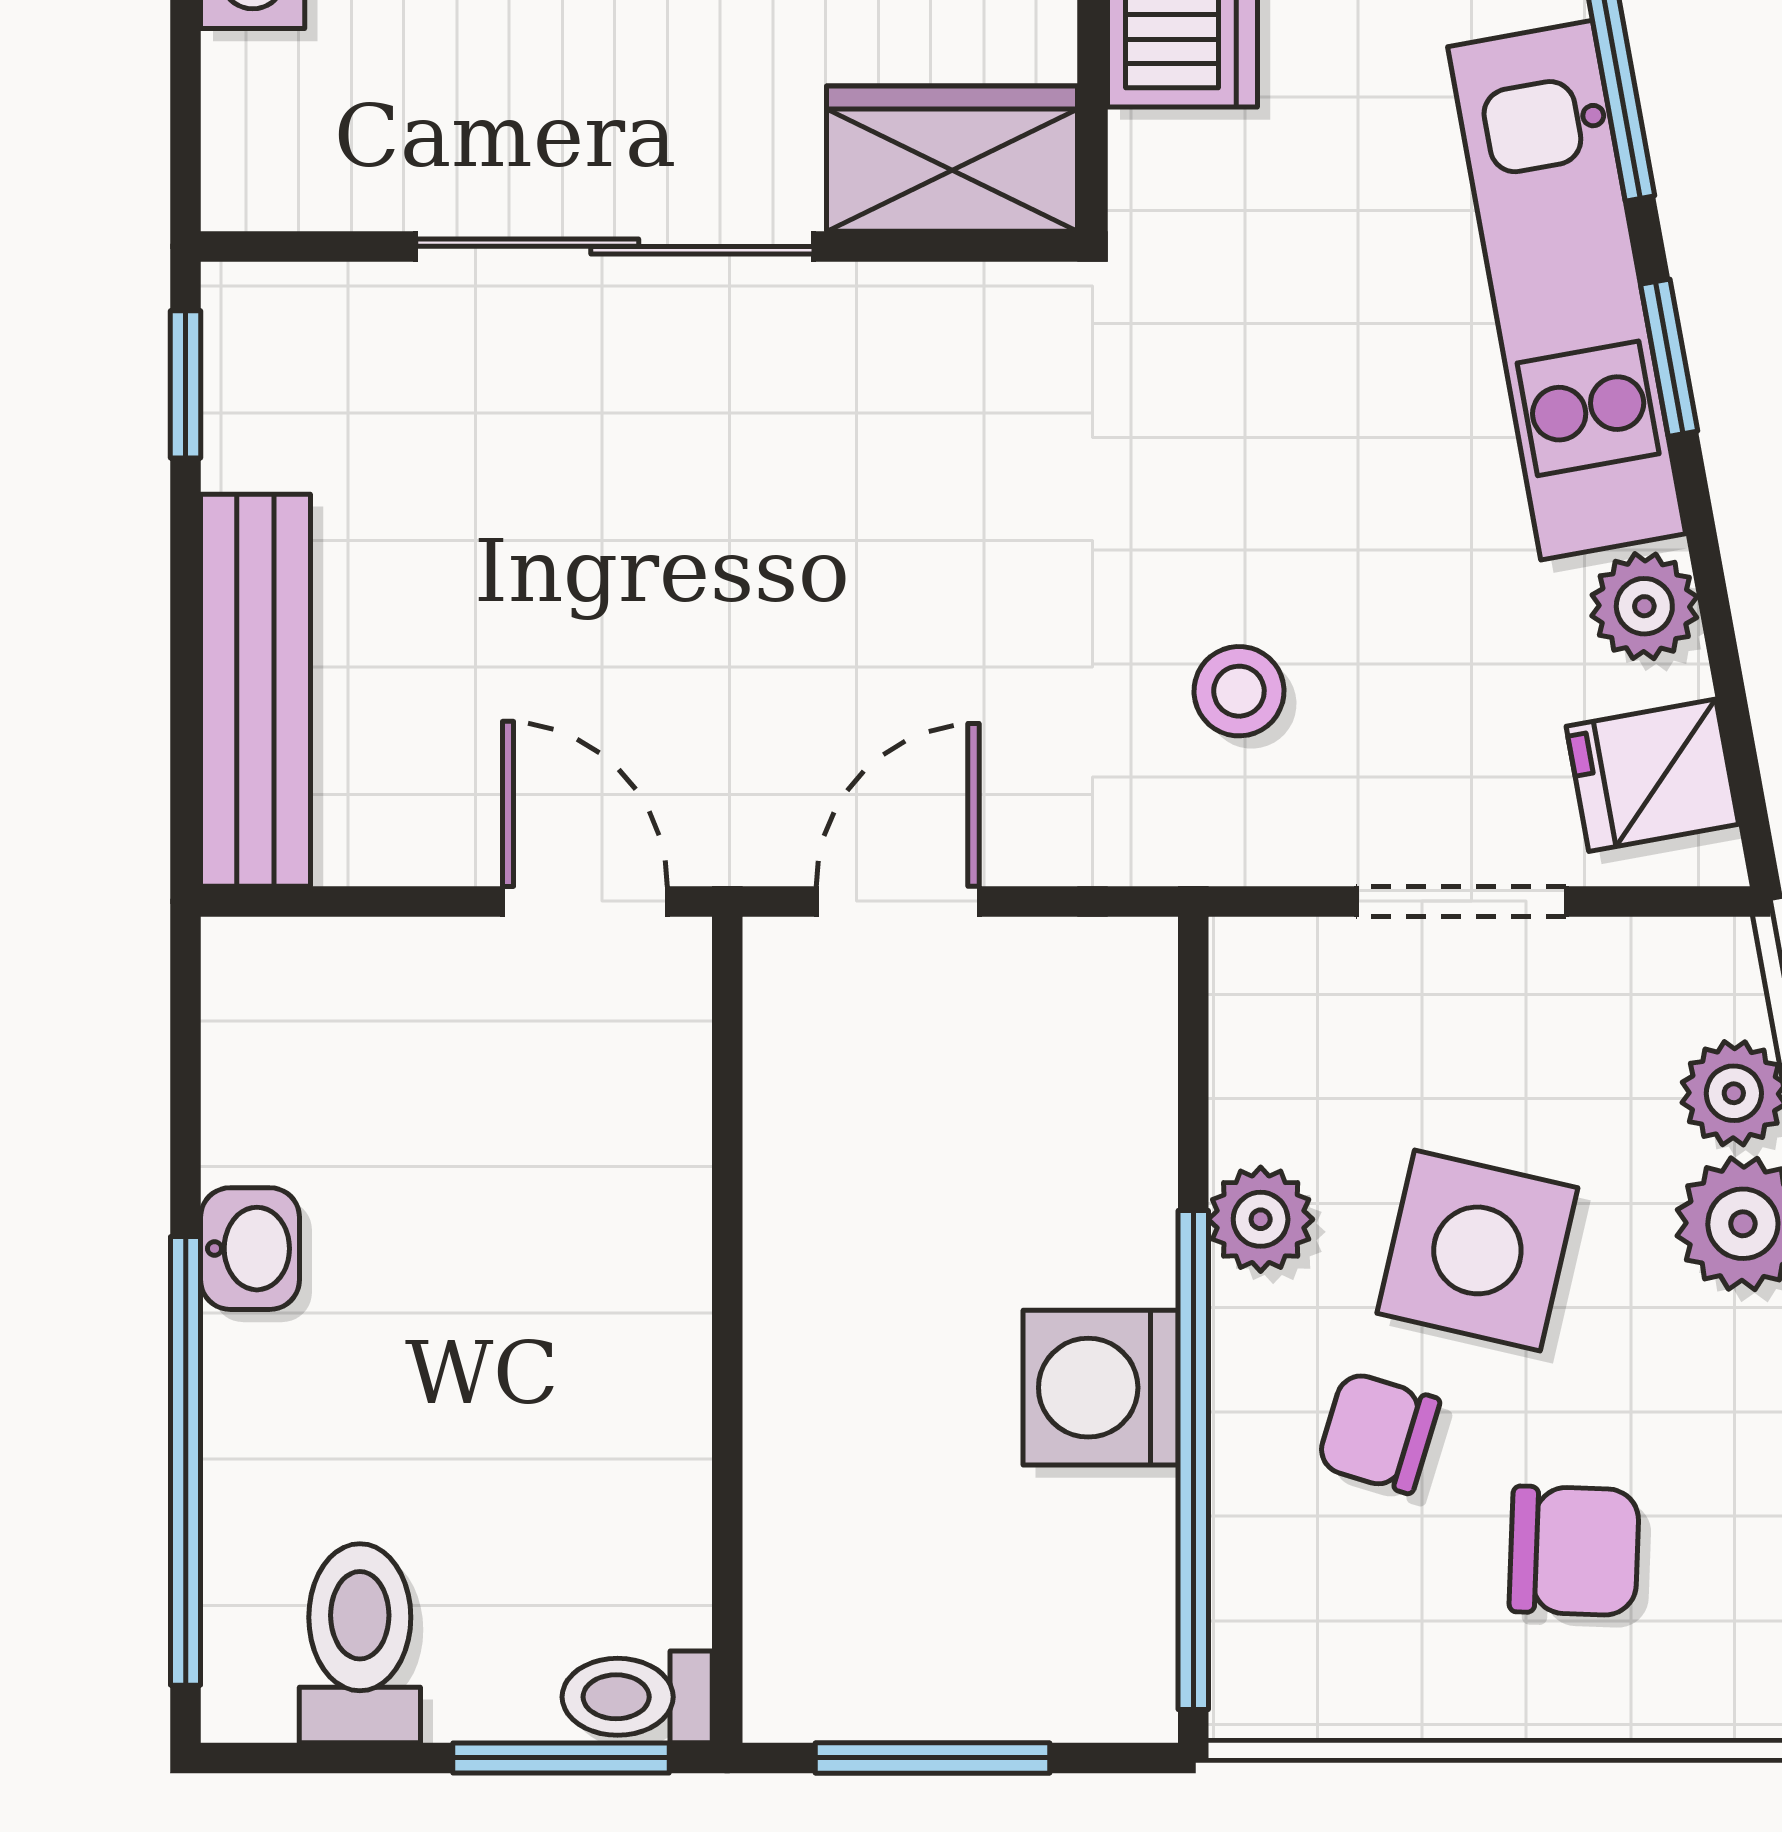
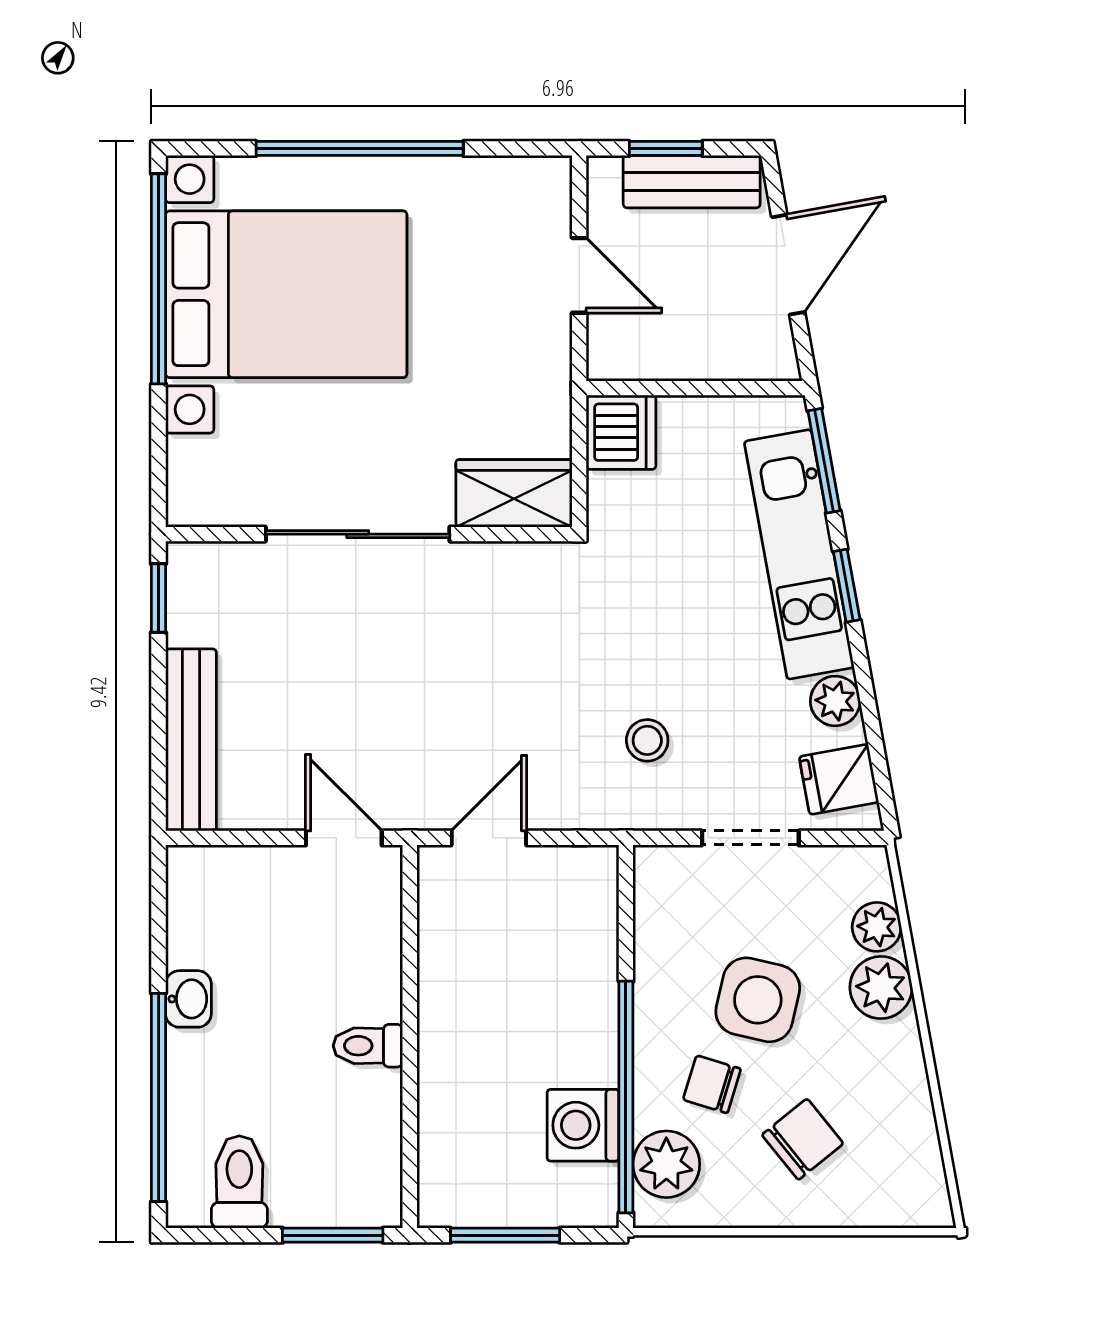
plant: (1261, 1219) -> (666, 1164), moved, width x1.38, depth x1.38
washing machine: (1101, 1388) -> (583, 1125), moved
chair: (1574, 1551) -> (803, 1139), turned -41
toilet: (637, 1697) -> (368, 1046), moved

